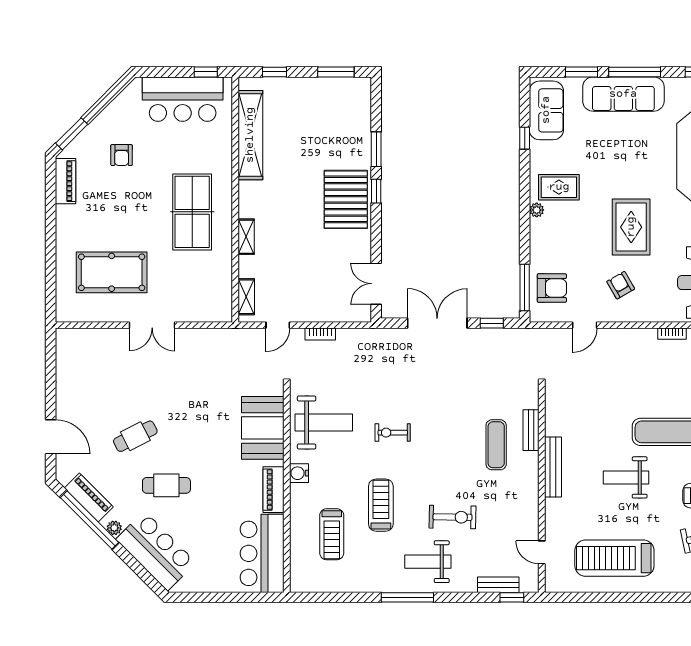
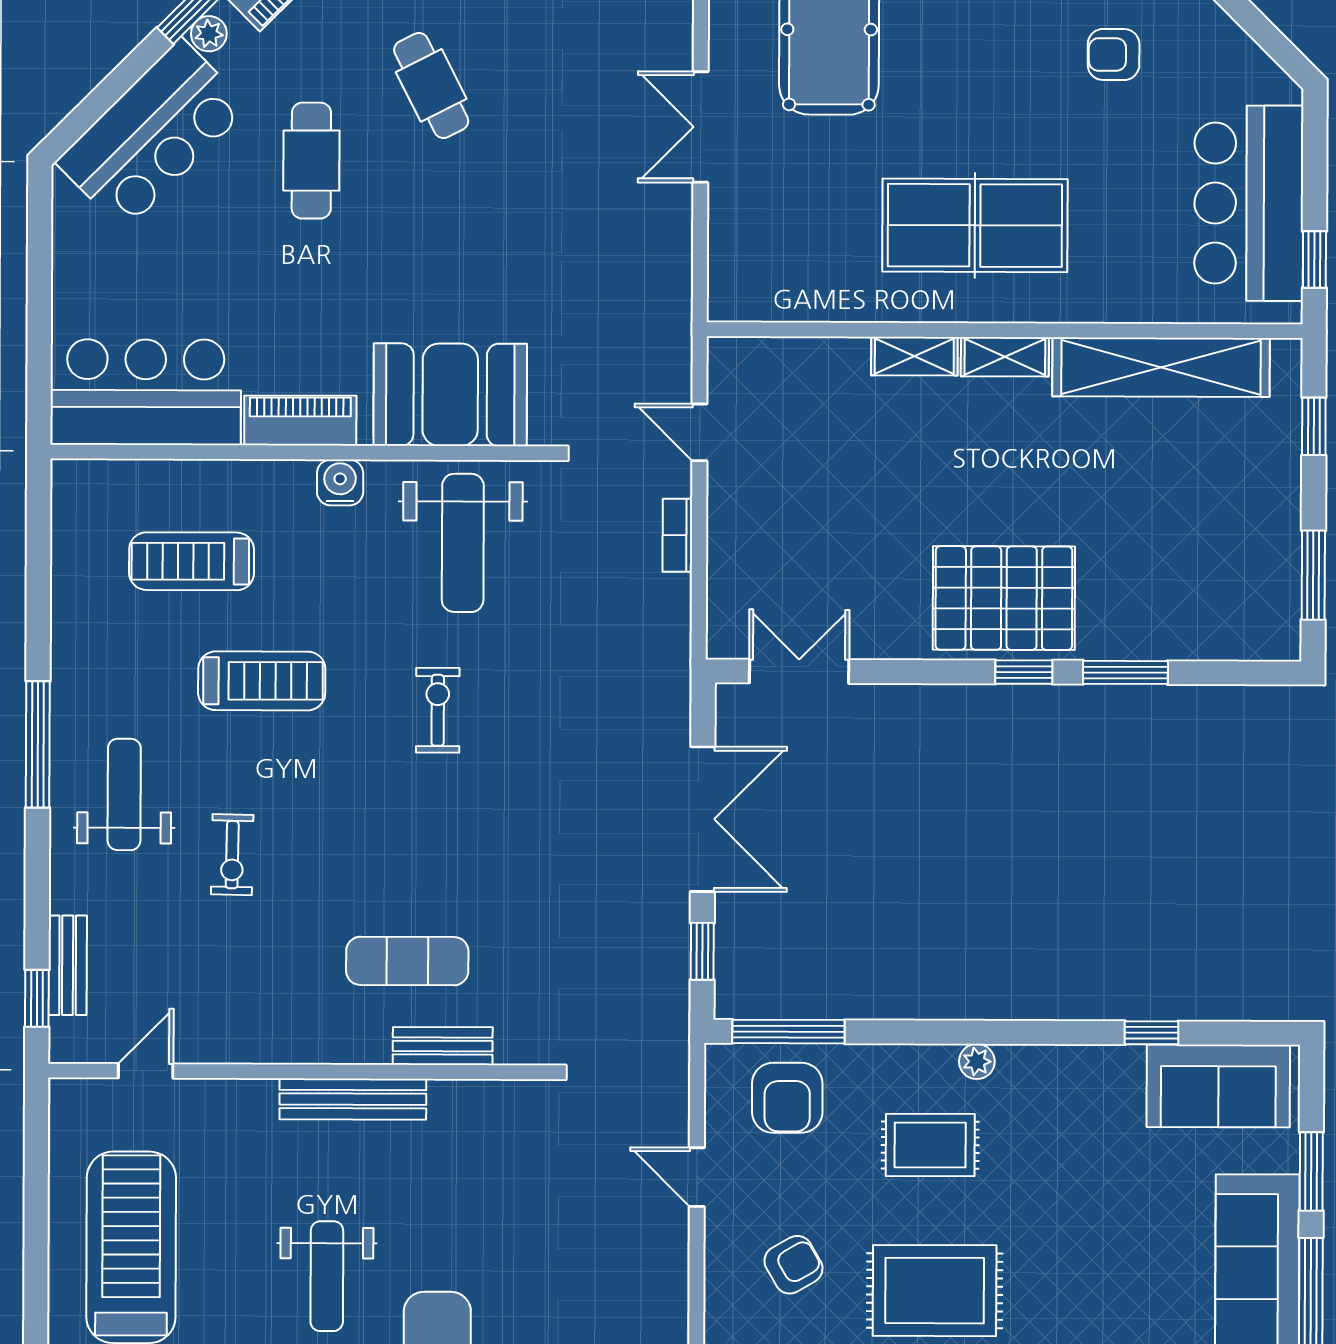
rug: (559, 187) -> (930, 1145), moved, turned 90
shelving: (246, 297) -> (1005, 357), moved
weight bench: (626, 477) -> (327, 1276), turned 180
exercise bike: (452, 517) -> (232, 855), width x0.73, depth x0.72

